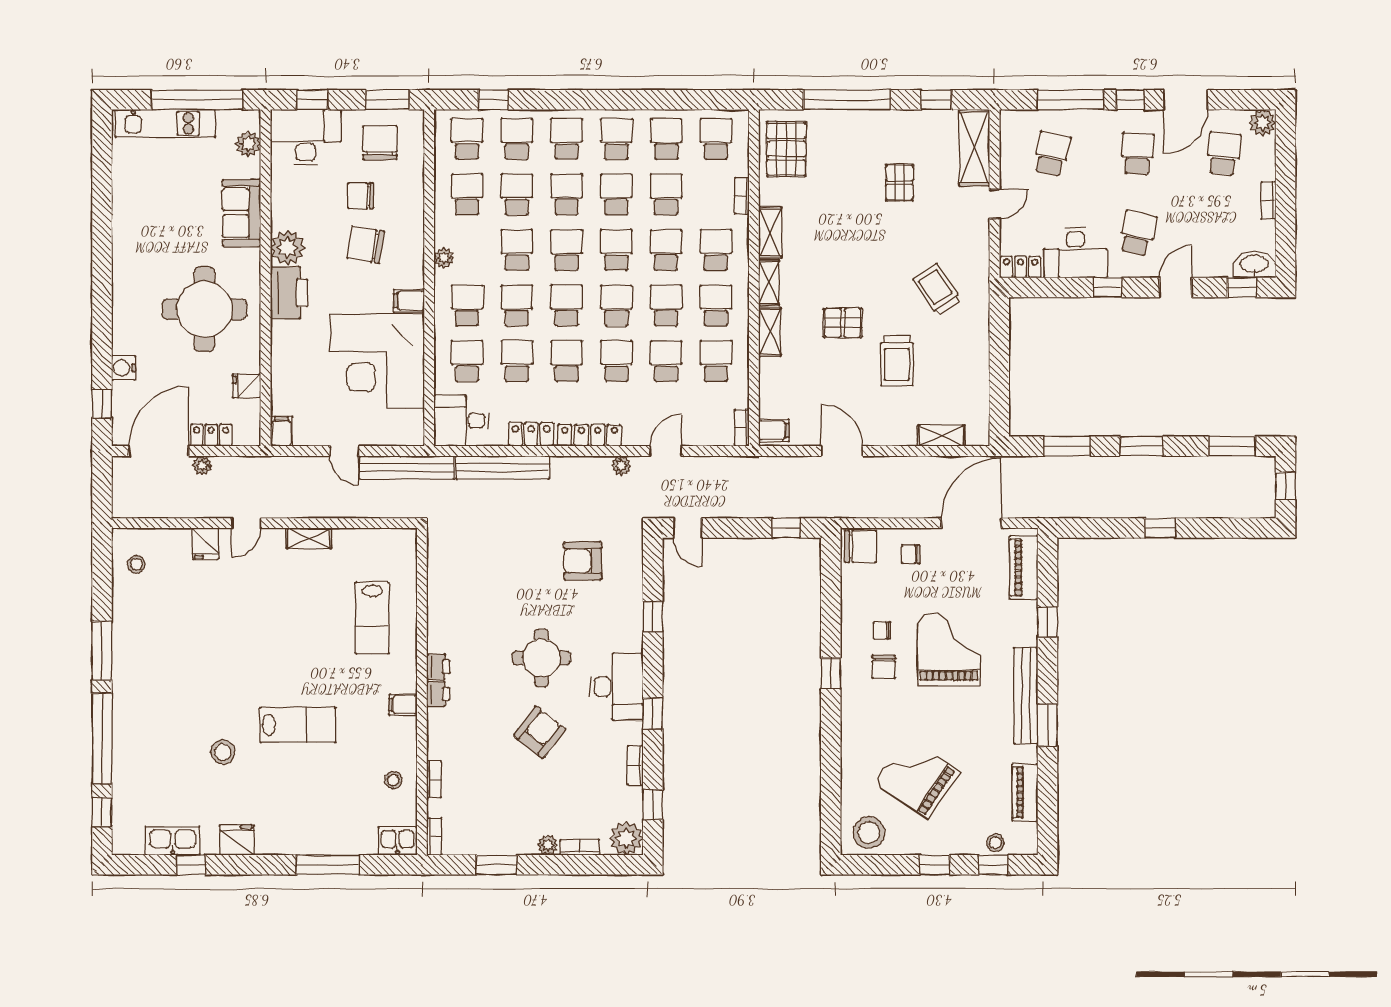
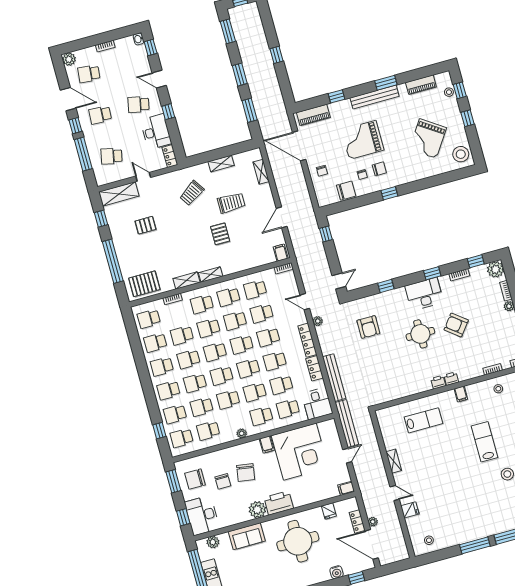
washbasin: (1254, 265) -> (139, 39), width x0.52, depth x0.69
shelving: (770, 332) -> (221, 164), moved
chair: (860, 546) -> (346, 191), moved, turned 90

